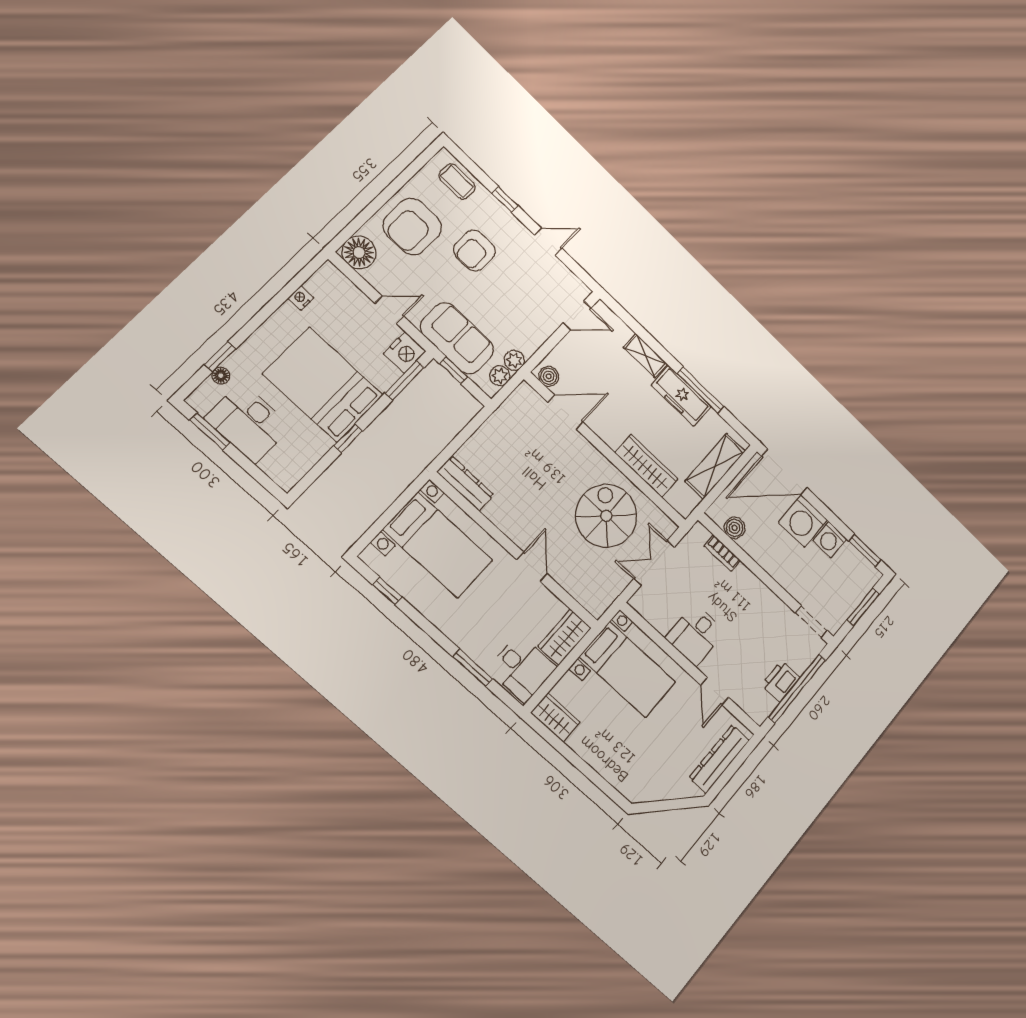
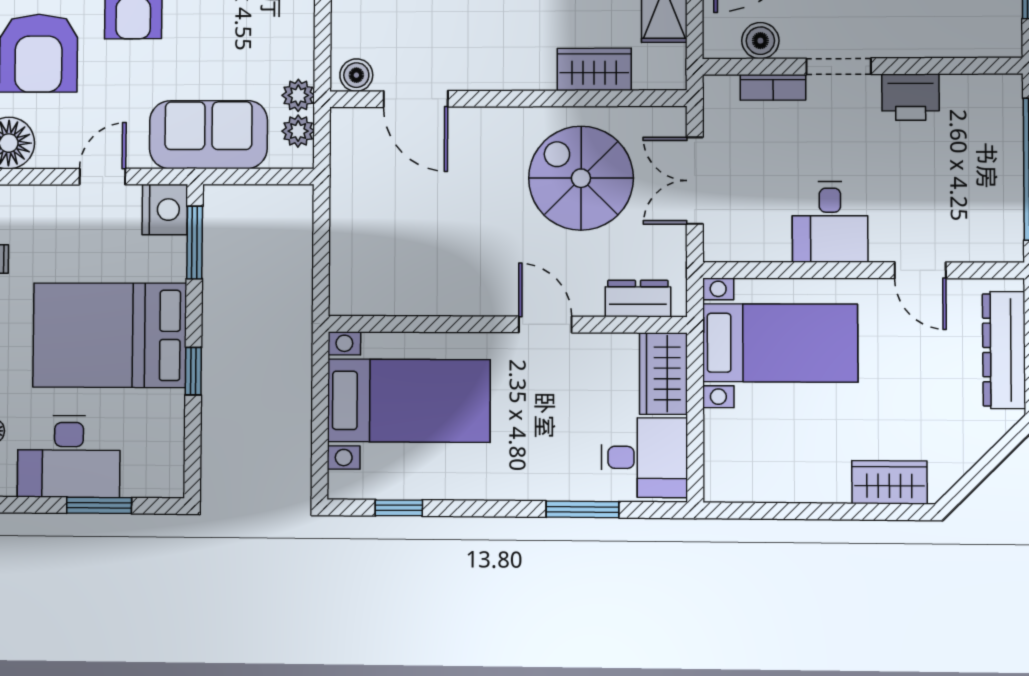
window: (454, 370) -> (239, 176), removed
door: (565, 412) -> (416, 99), swing flipped
window: (210, 431) -> (99, 505), moved
wardrobe: (646, 466) -> (594, 69), width x0.67
dresser: (465, 483) -> (638, 299), moved, width x0.70
doorway: (811, 622) -> (839, 66), moved
printer: (781, 681) -> (911, 97), moved, turned -90
wardrobe: (555, 718) -> (889, 482), moved

